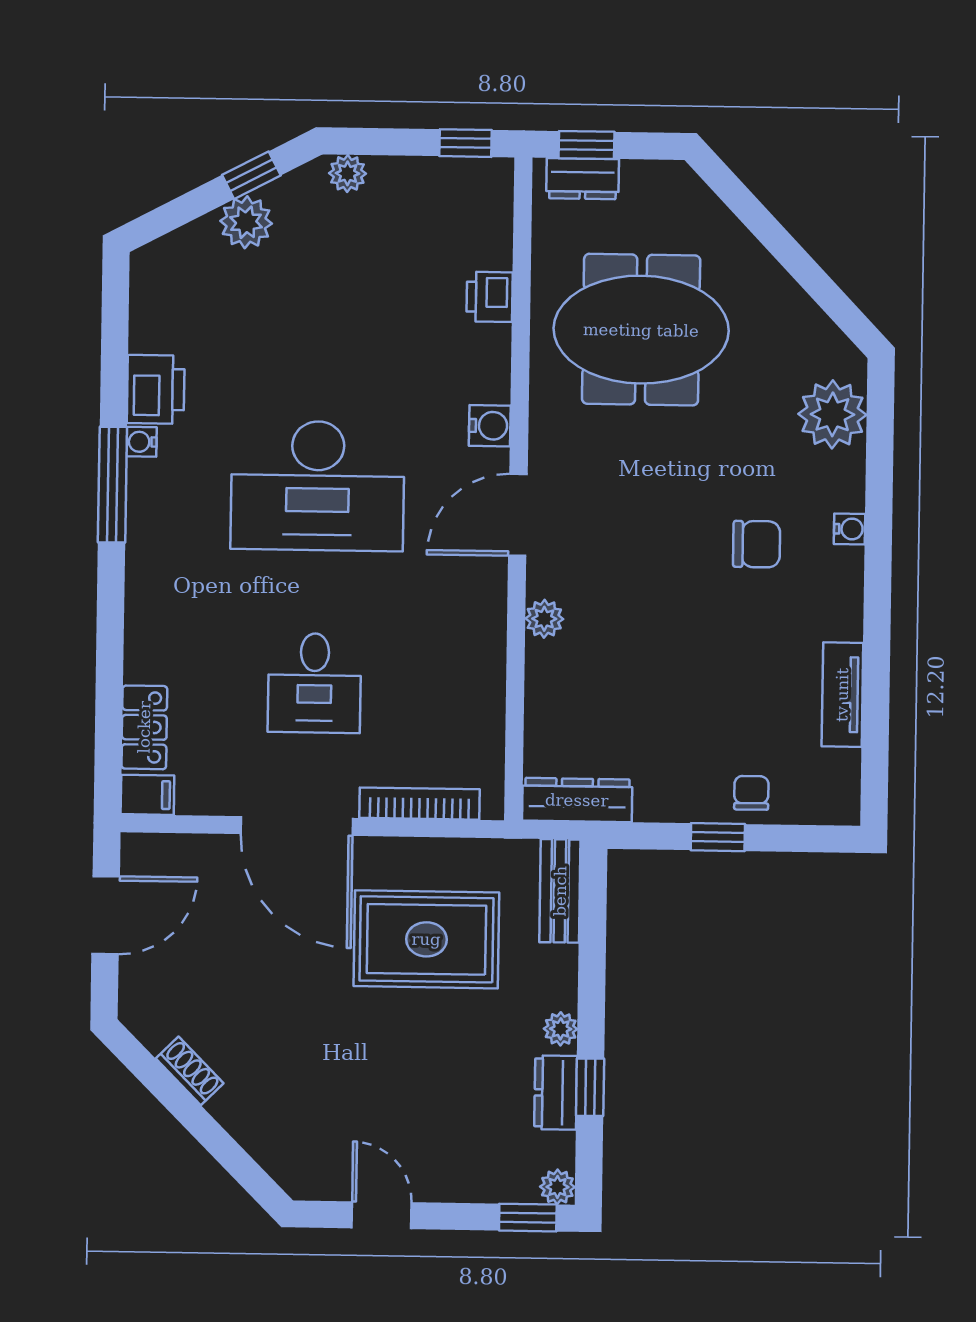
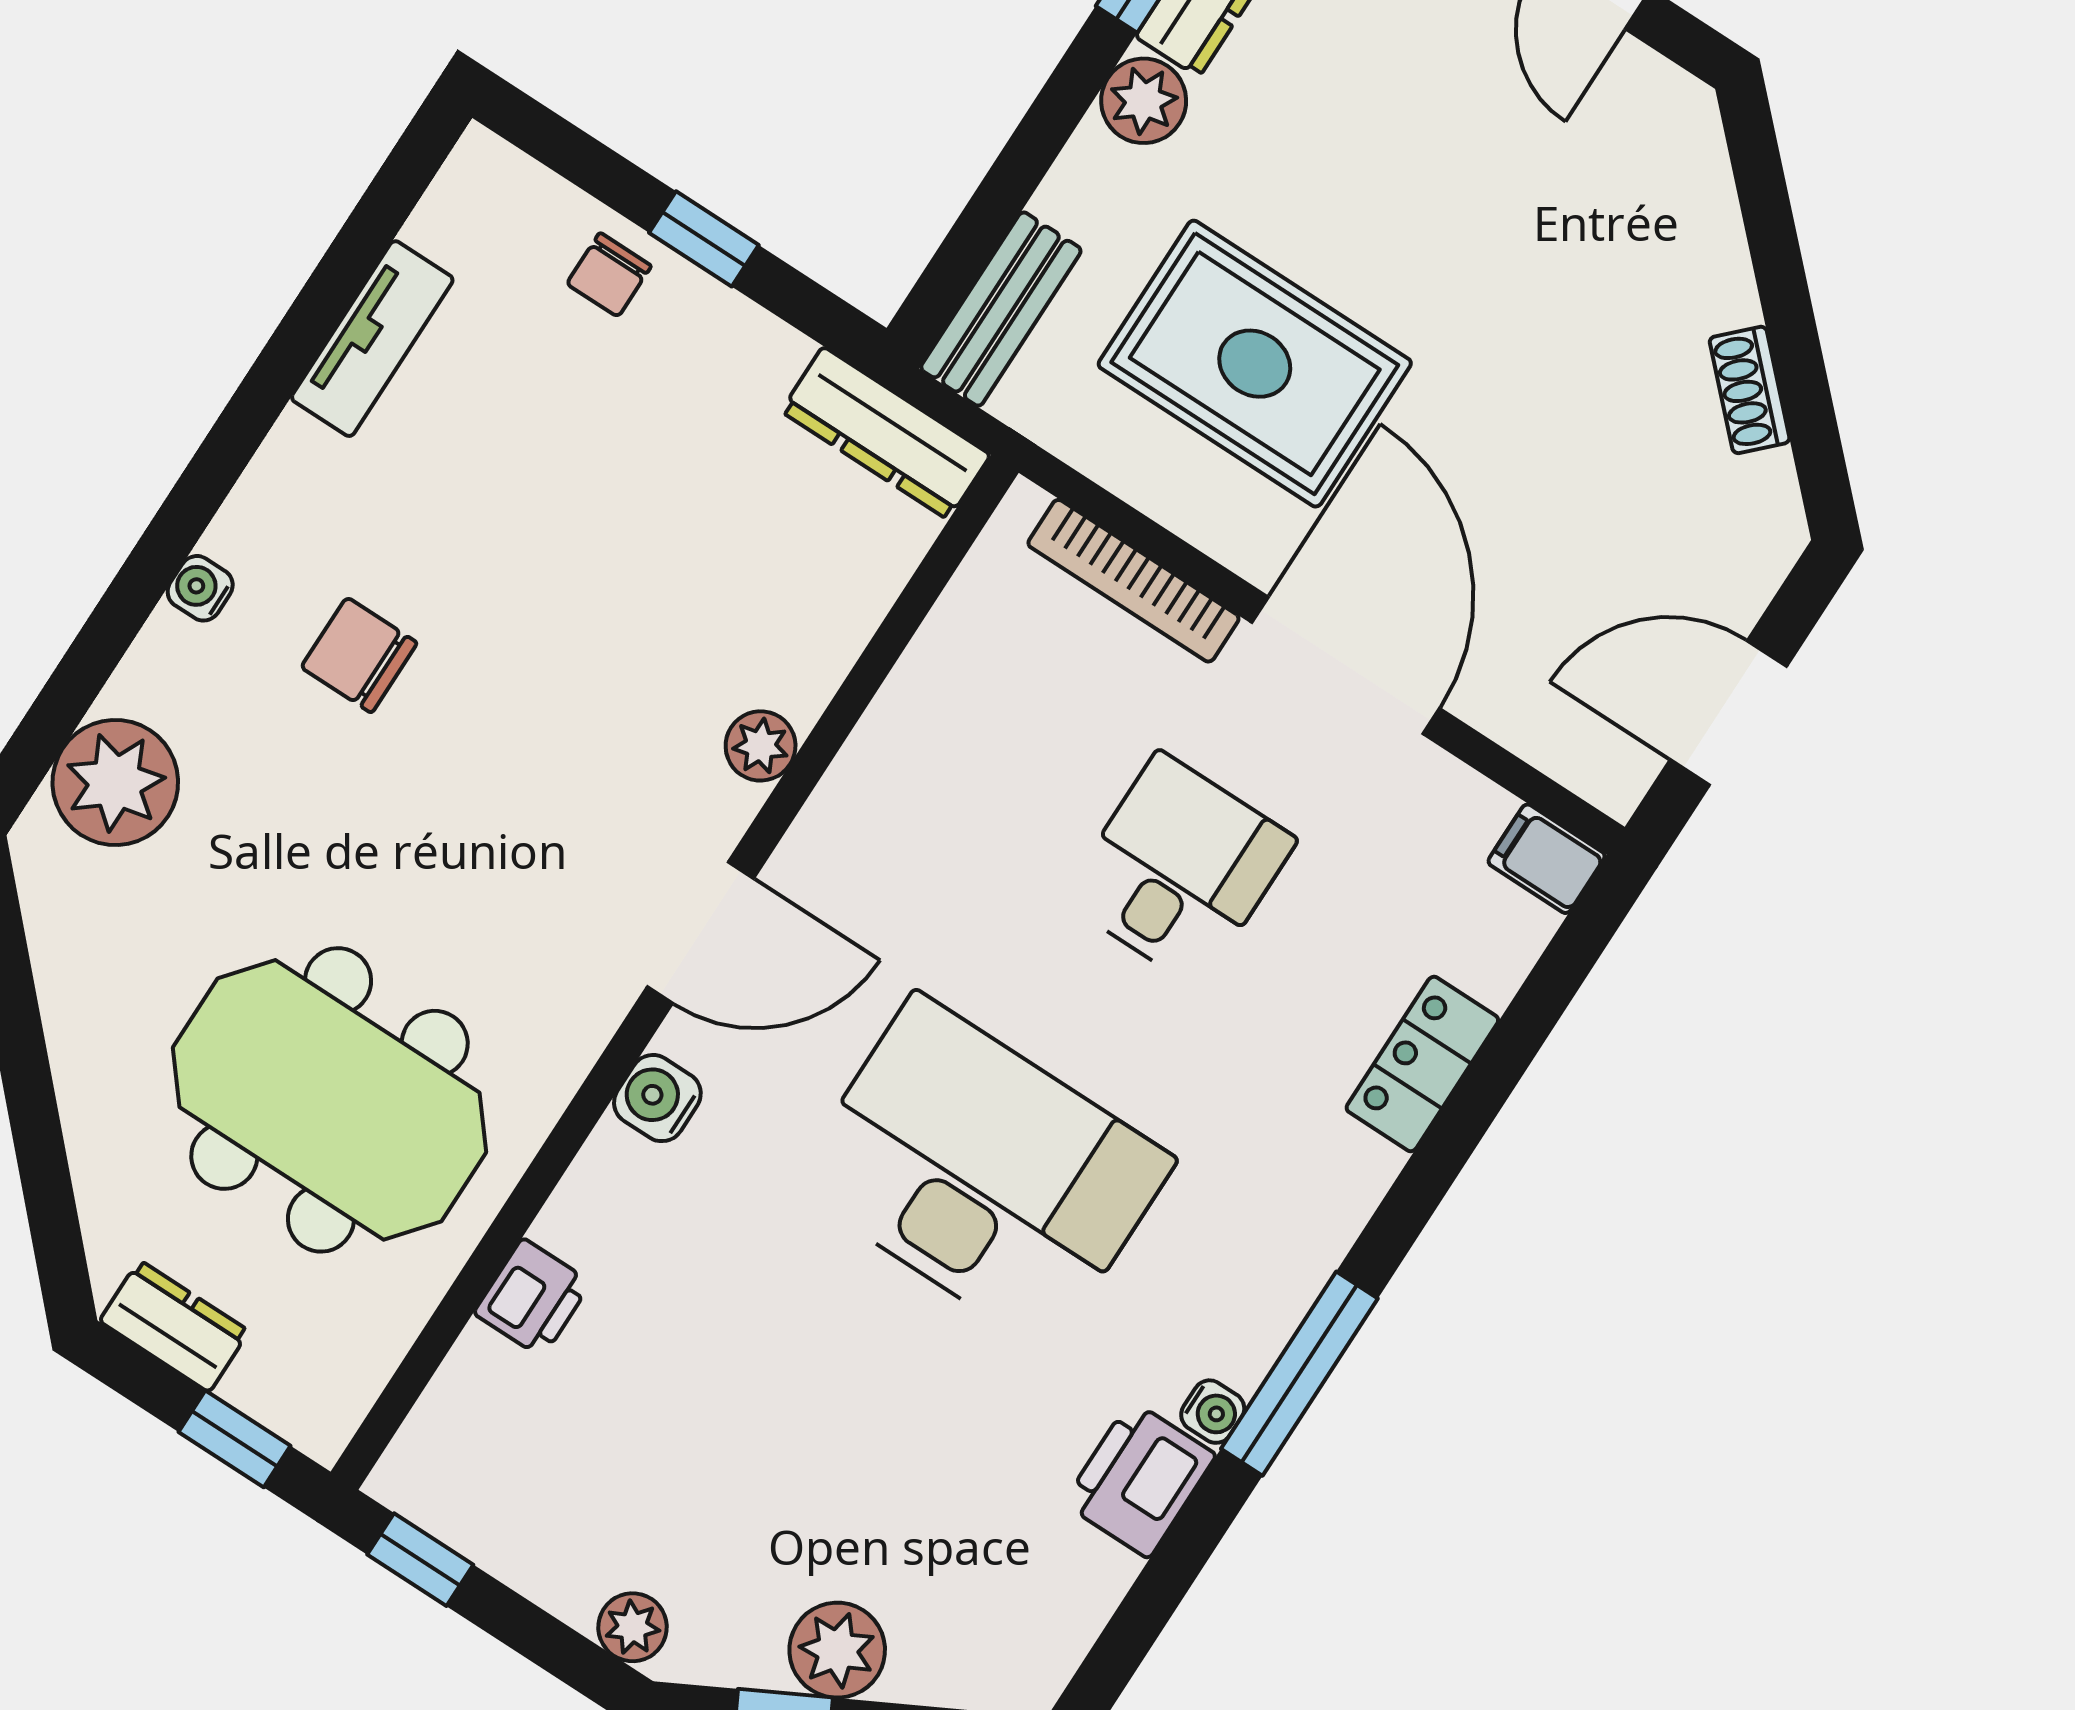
dresser: (583, 179) -> (174, 1326), moved
locker: (144, 727) -> (1422, 1064), moved
plant: (561, 1029) -> (1144, 101), width x1.38, depth x1.38

